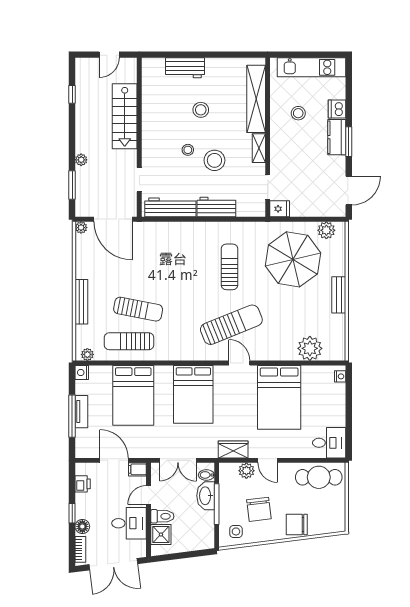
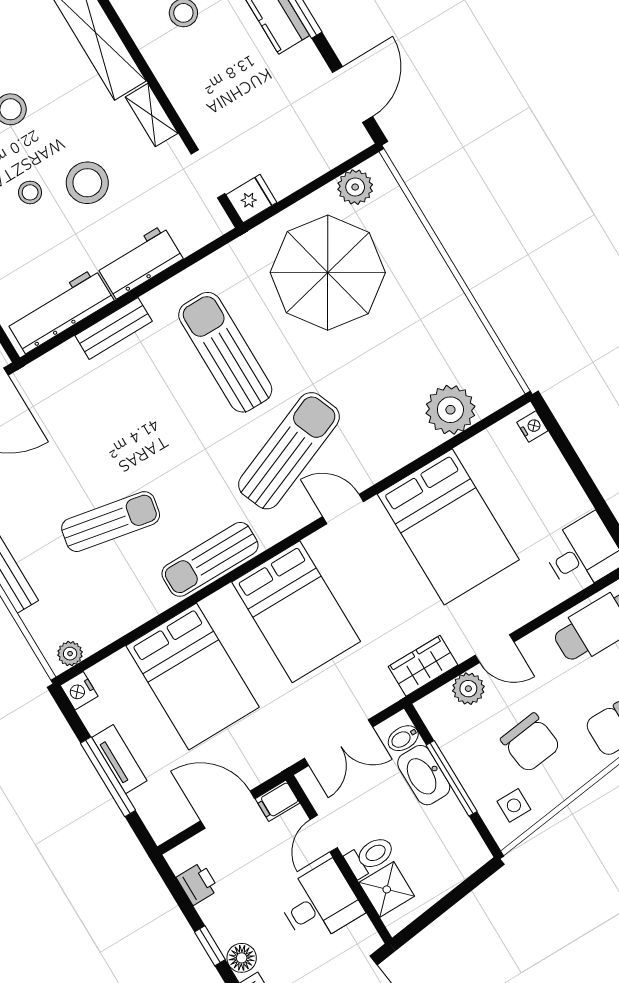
sun lounger: (229, 267) -> (225, 352), width x1.36, depth x1.34
bench: (339, 295) -> (114, 328), moved, turned 90
sun lounger: (129, 341) -> (210, 559), moved

